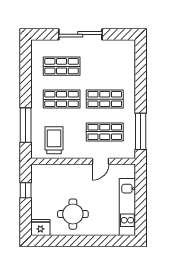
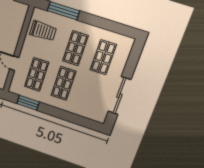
sliding door: (80, 34) -> (119, 96), moved
window: (141, 131) -> (28, 103), width x0.69

